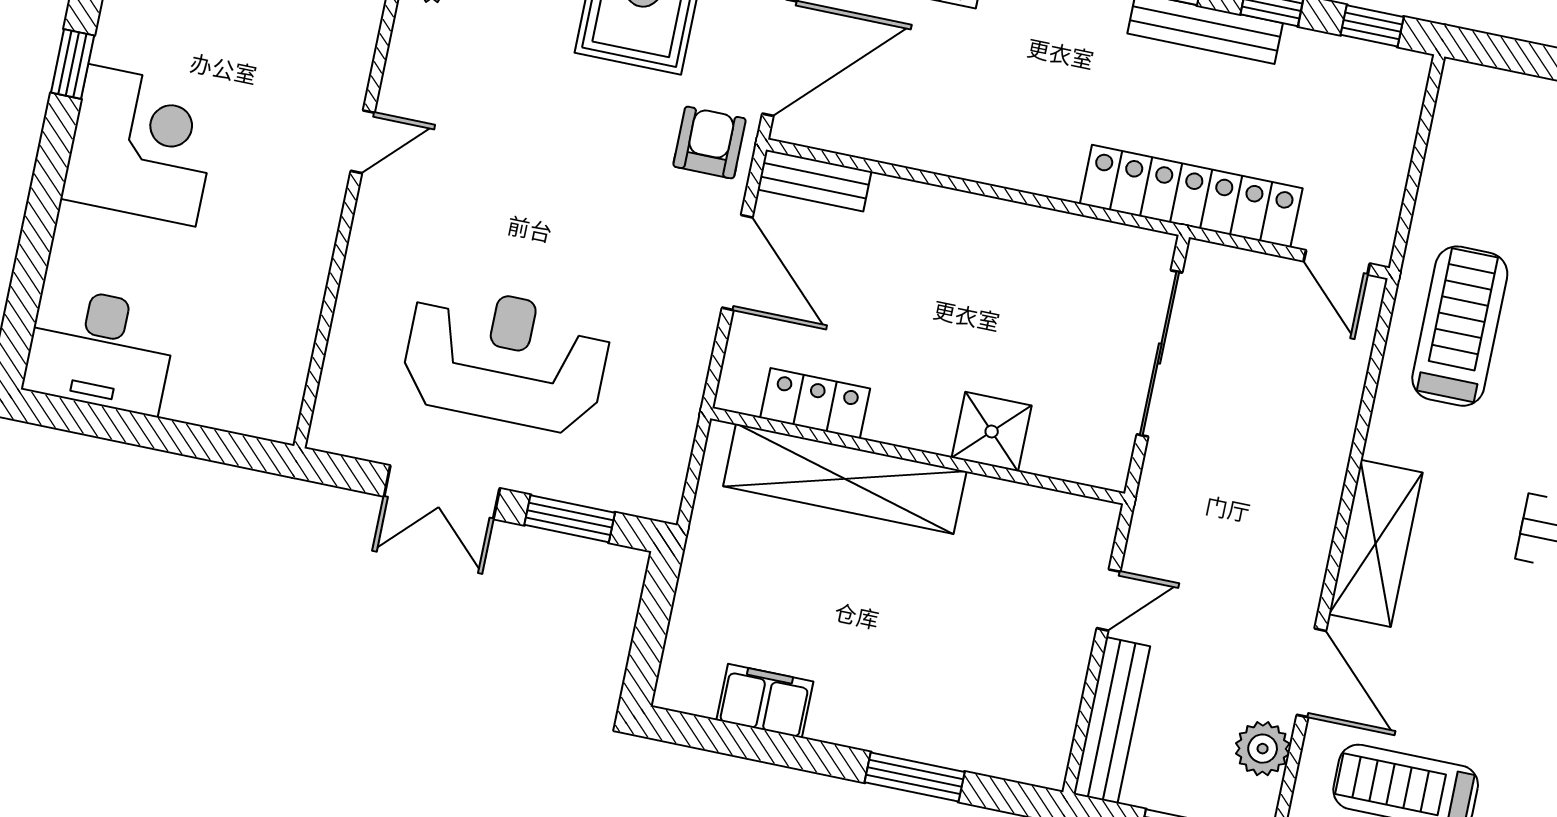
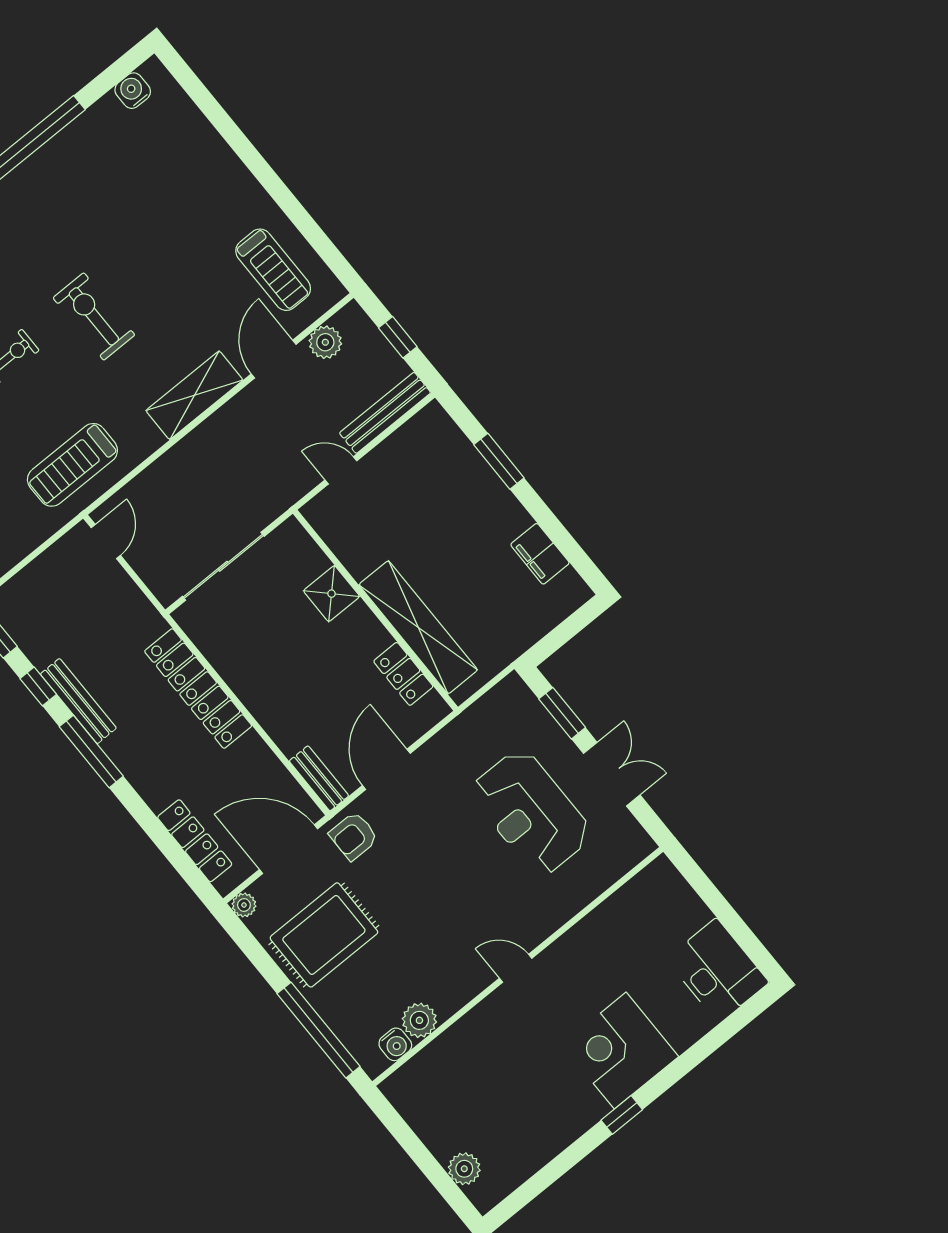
locker: (1191, 196) -> (198, 689), moved

